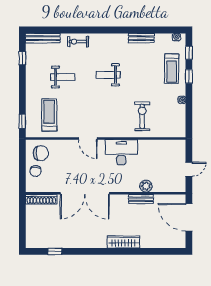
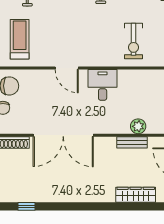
exercise bike: (142, 116) -> (134, 41), turned 180
desk: (121, 152) -> (103, 85), width x0.73
wardrobe: (123, 242) -> (136, 195), moved

